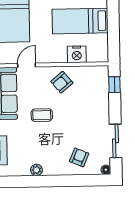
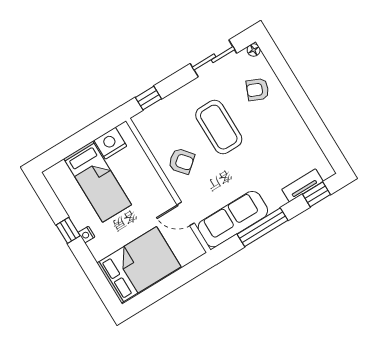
nightstand: (77, 54) -> (110, 143), moved, turned -90
coffee table: (42, 115) -> (219, 127), moved, width x1.86, depth x1.72
plant: (36, 170) -> (301, 131), removed

